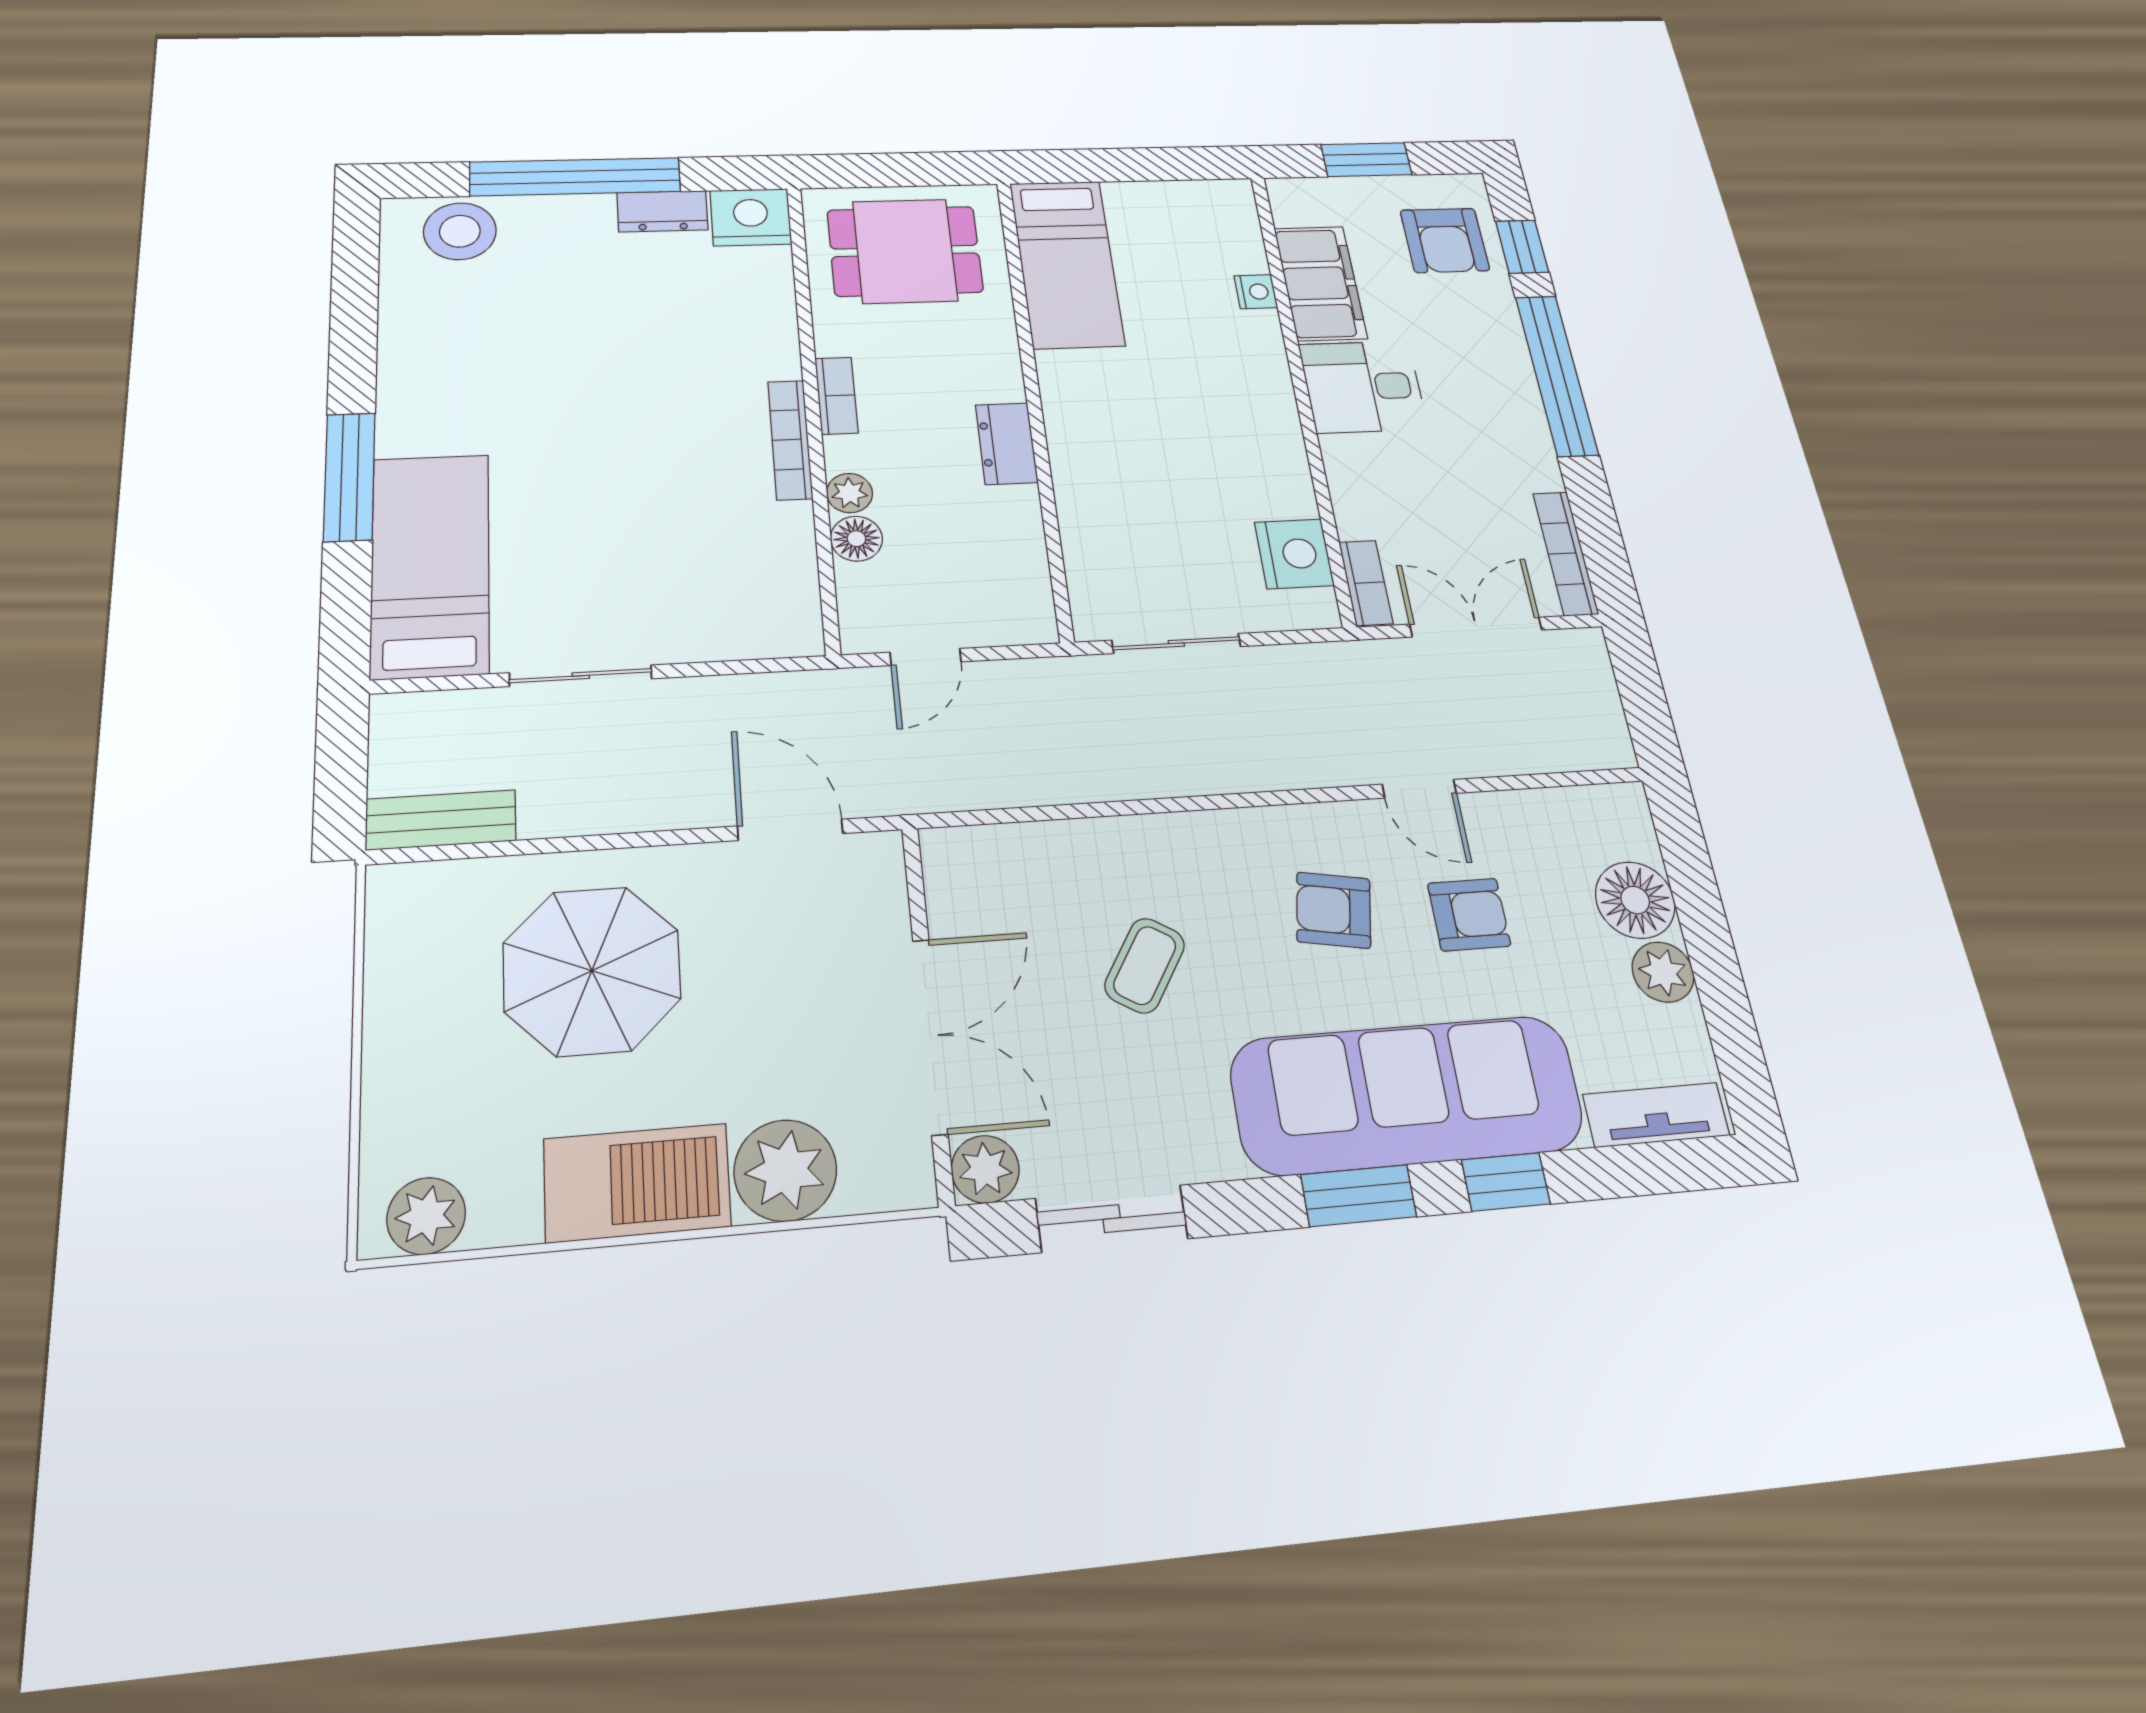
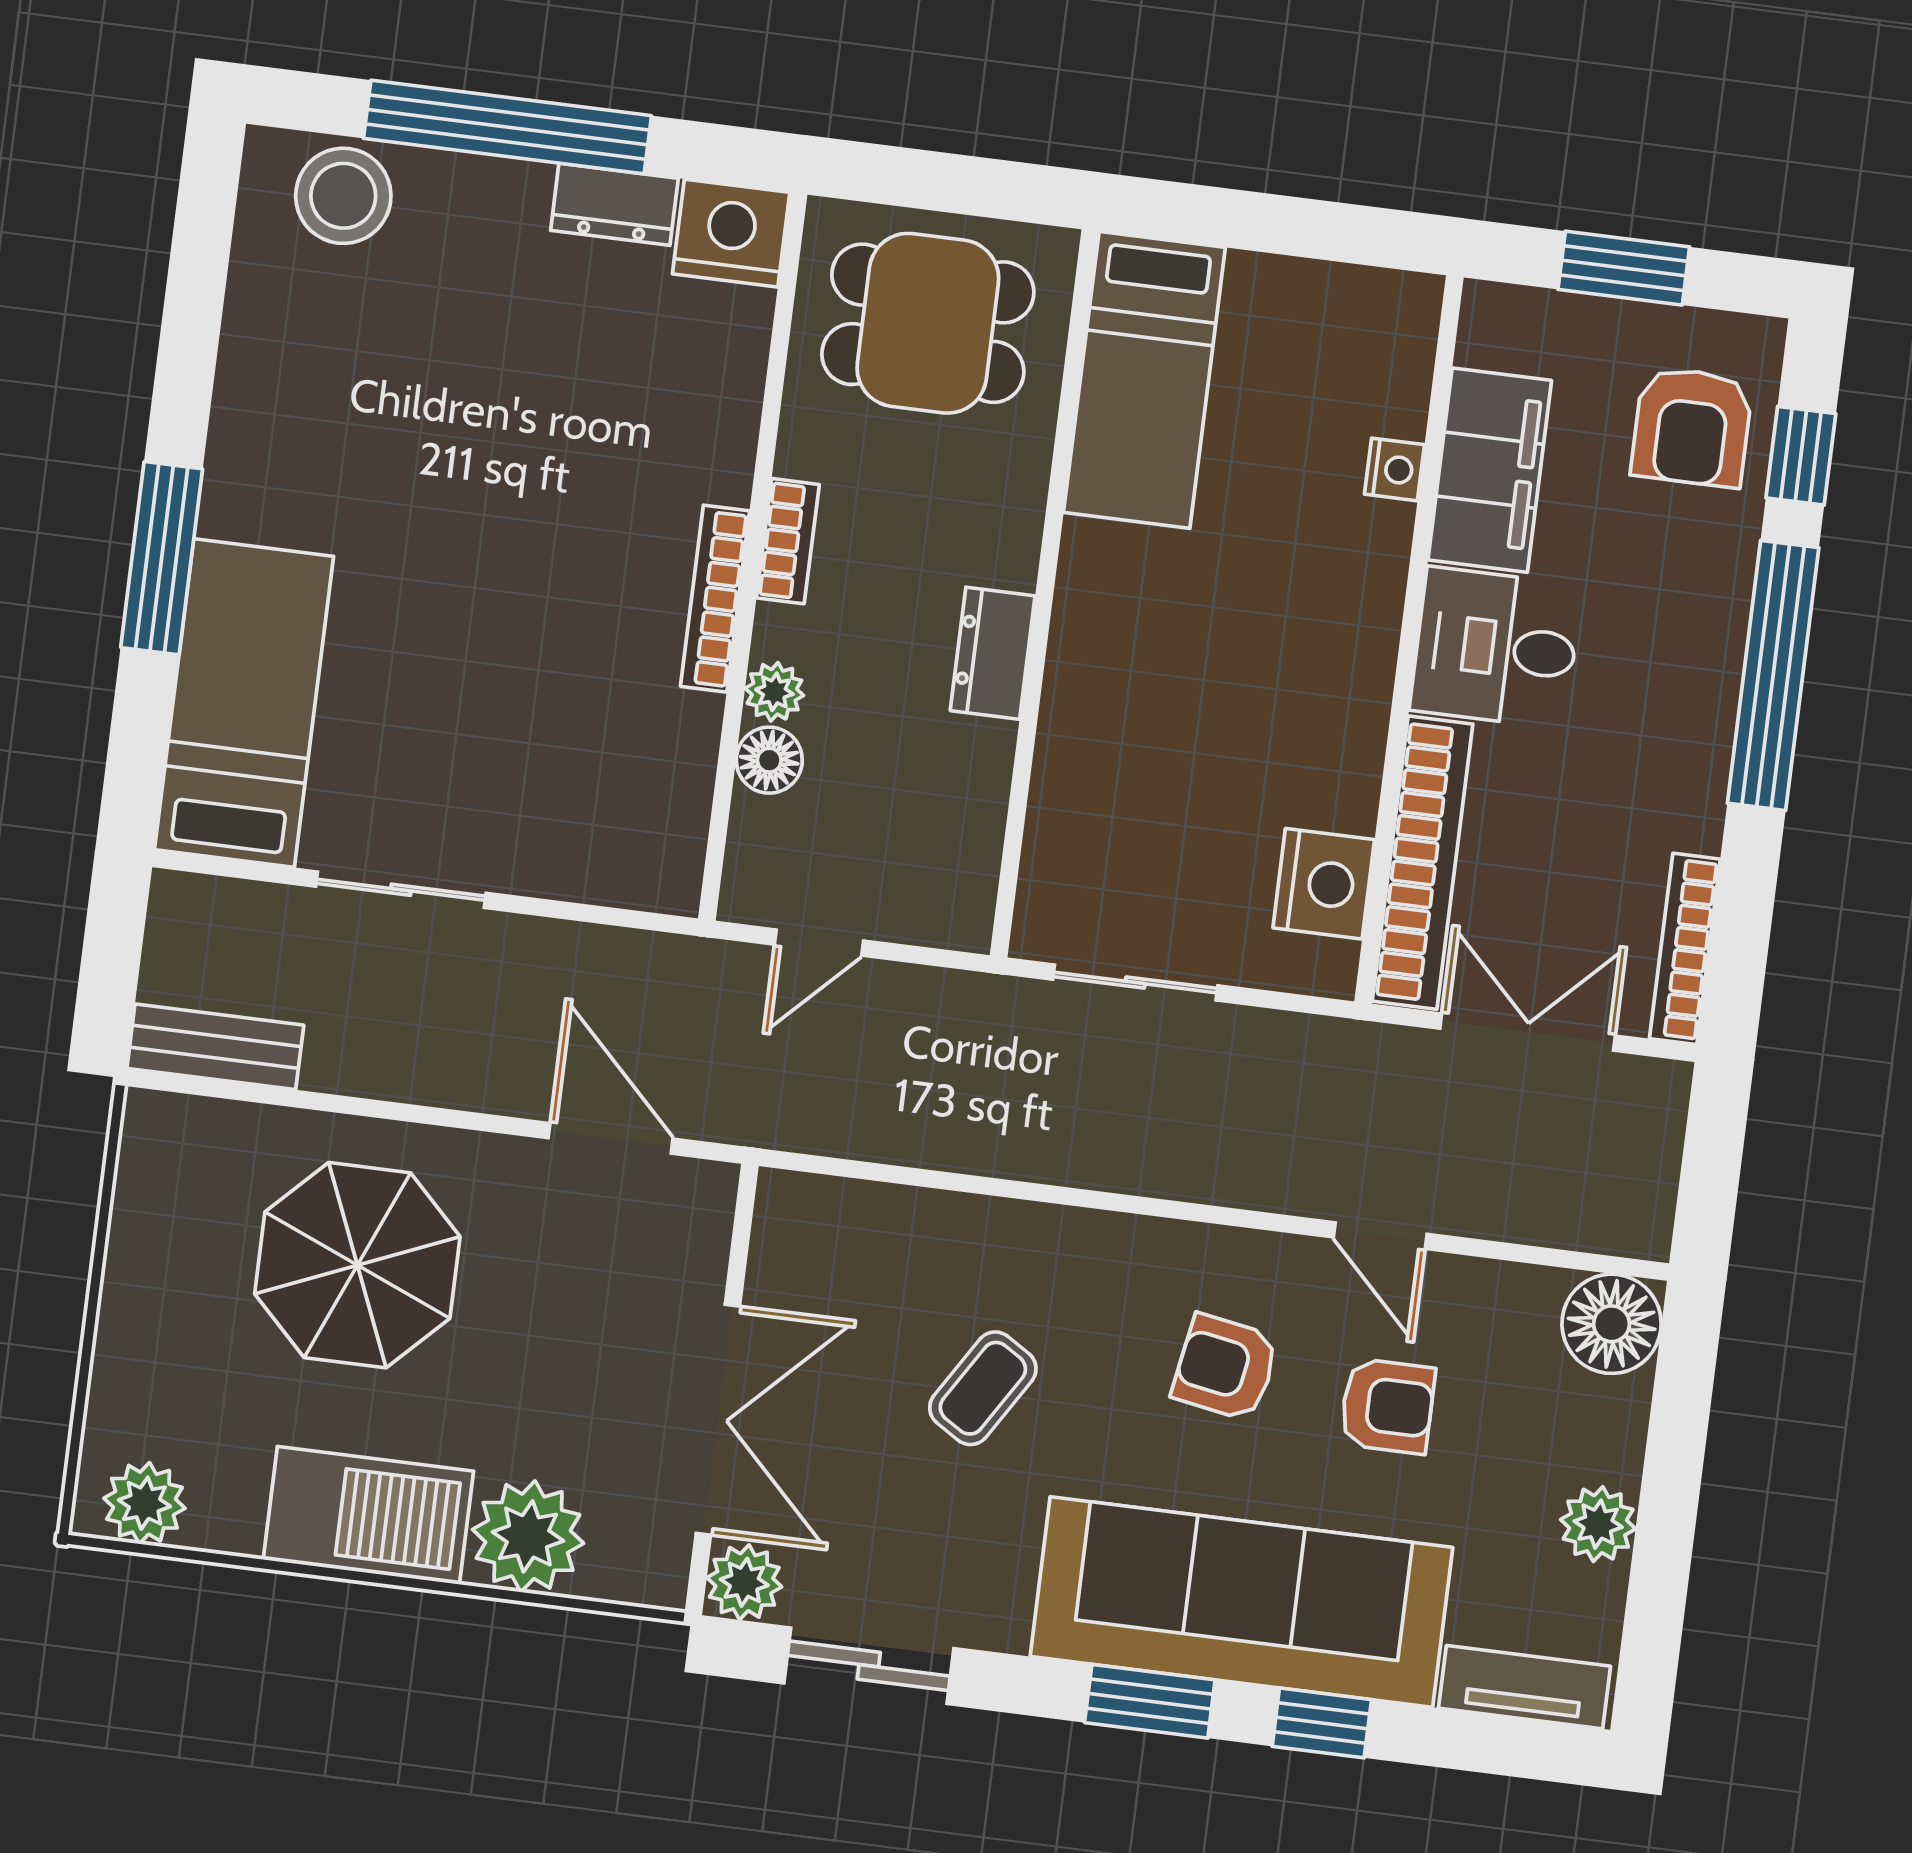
bookcase: (1366, 583) -> (1422, 863), width x2.31, depth x1.31
floor lamp: (1635, 900) -> (1612, 1324), moved

